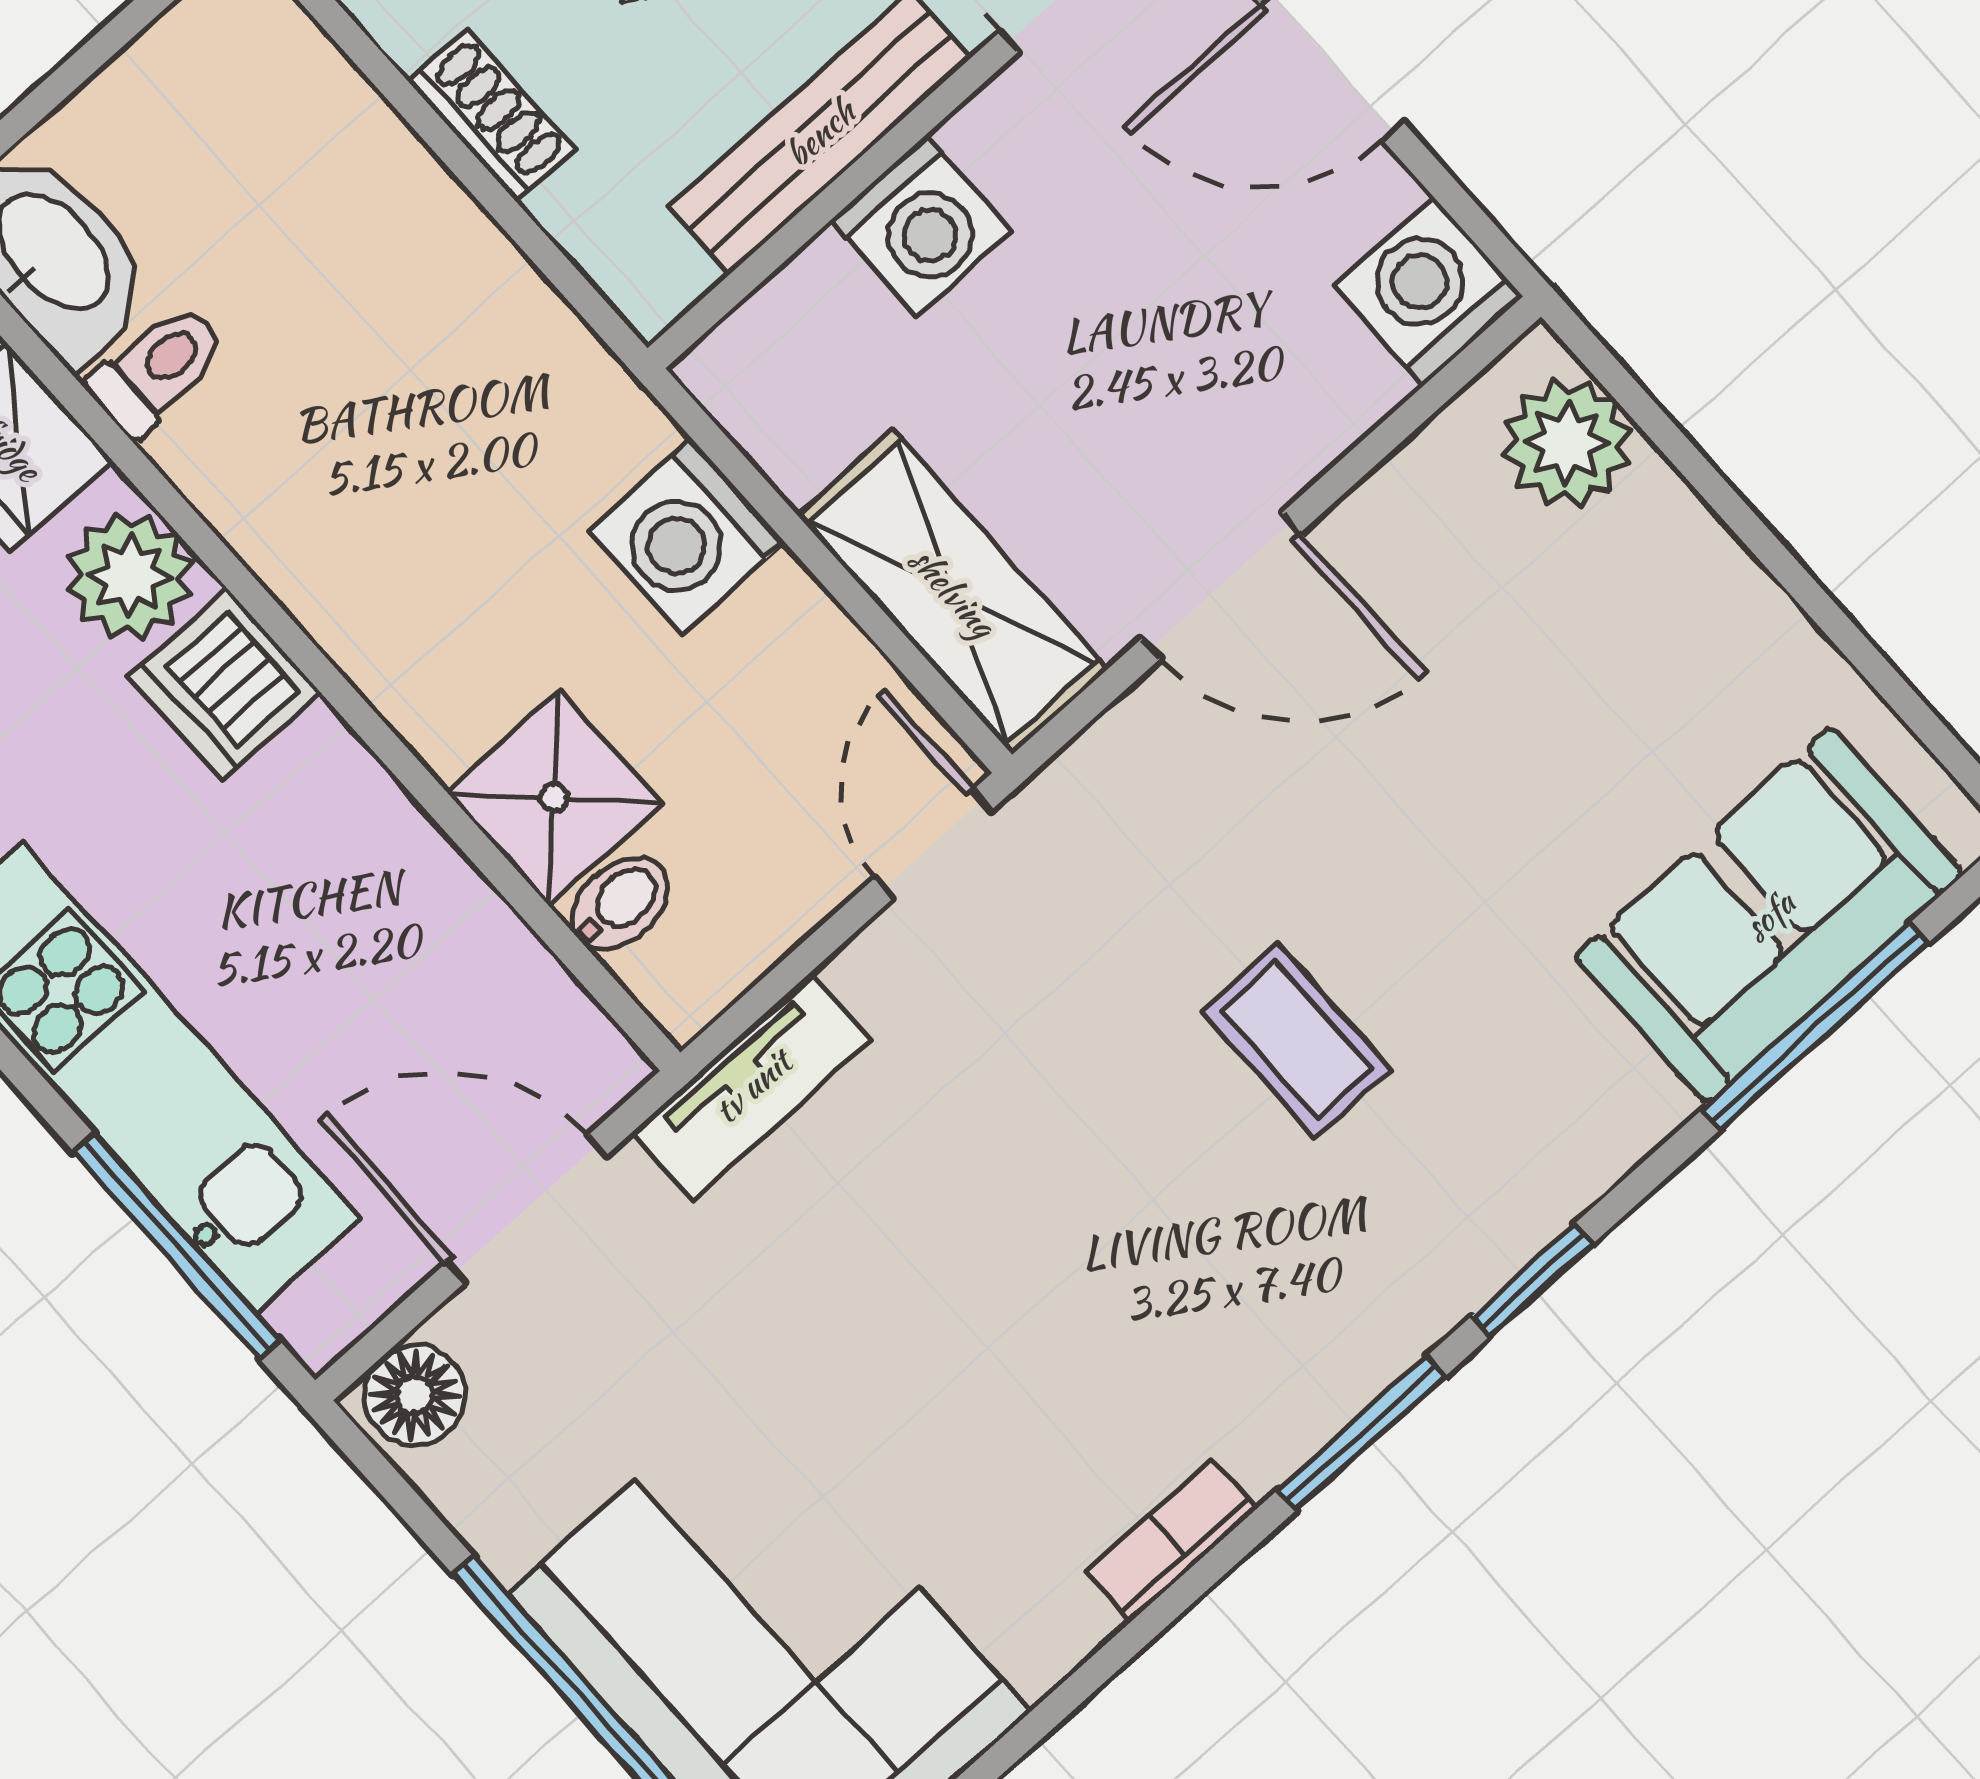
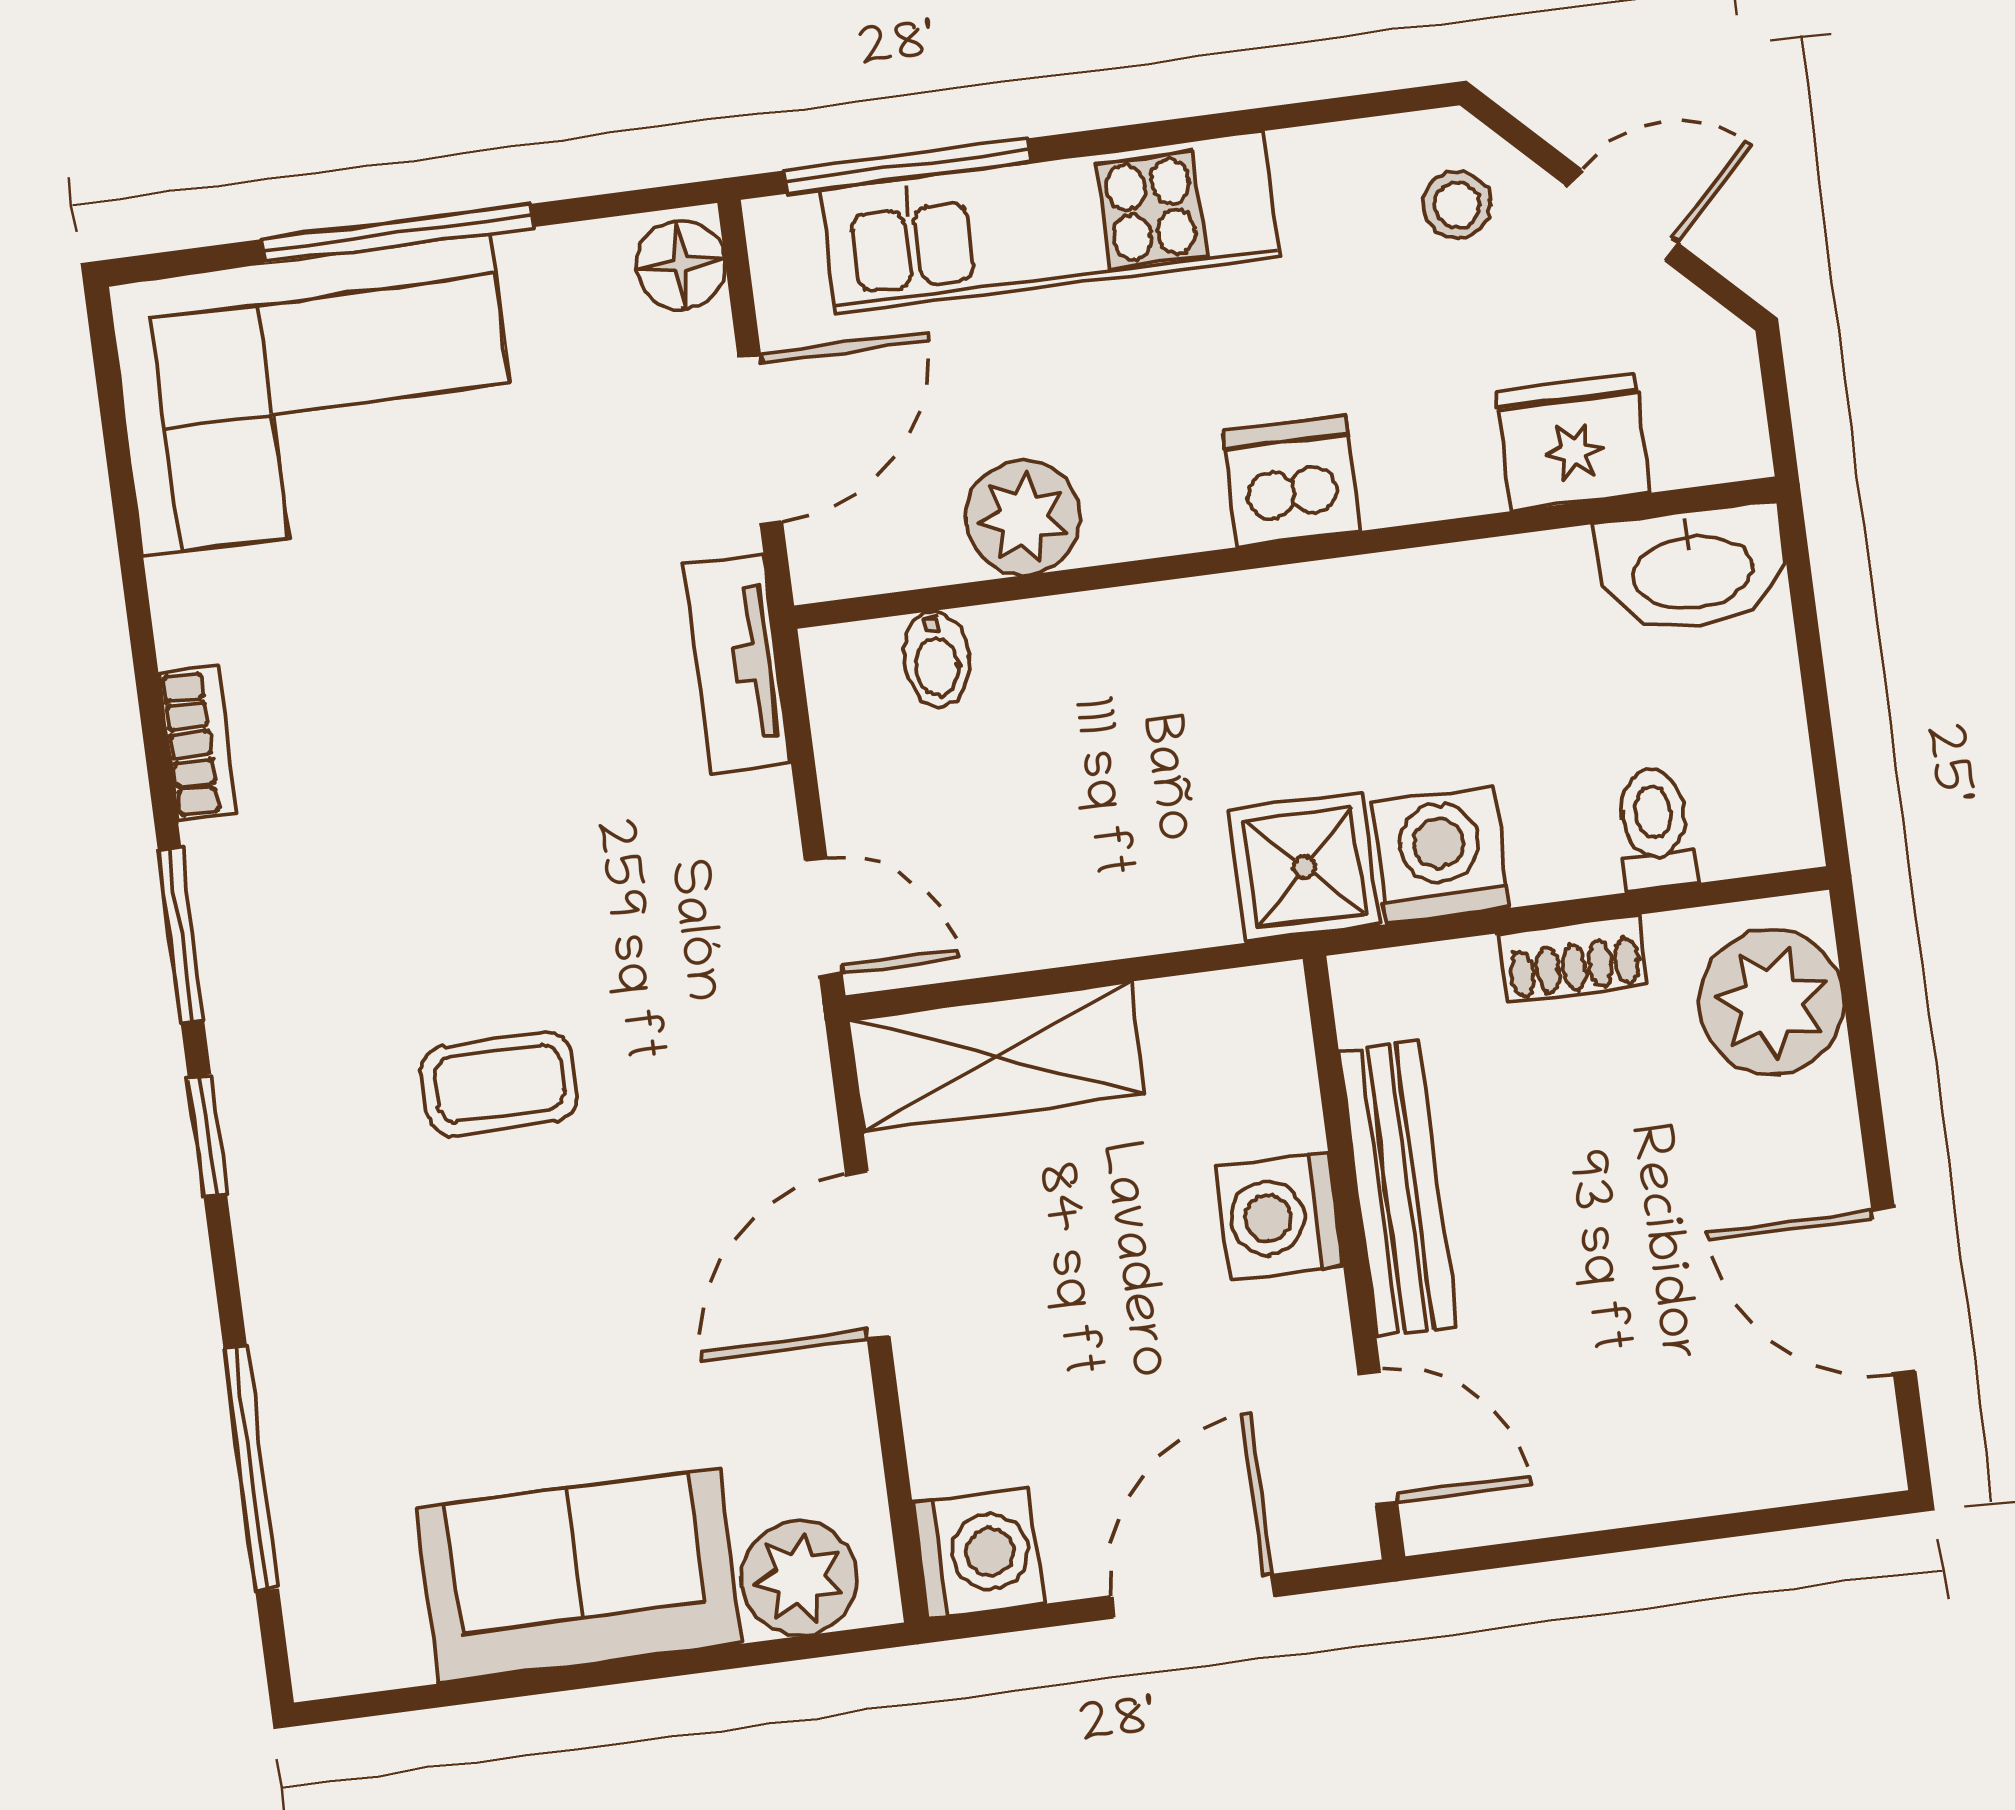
toilet: (157, 369) -> (1655, 829), moved, turned 180
washing machine: (687, 536) -> (1440, 855), moved
plant: (130, 576) -> (1023, 518), moved
shower: (554, 798) -> (1304, 867), moved
sofa: (1769, 915) -> (578, 1576), moved, turned -90

